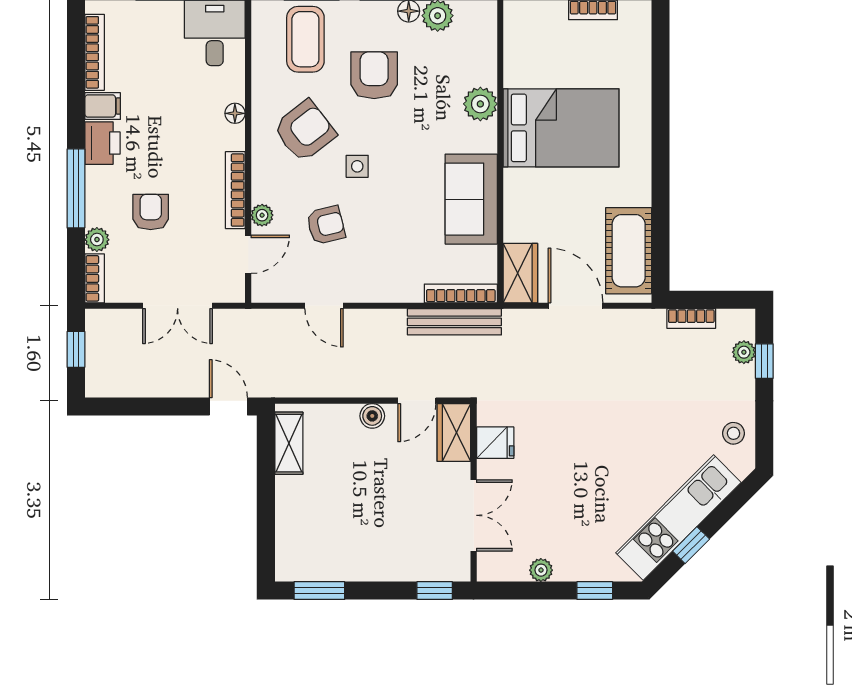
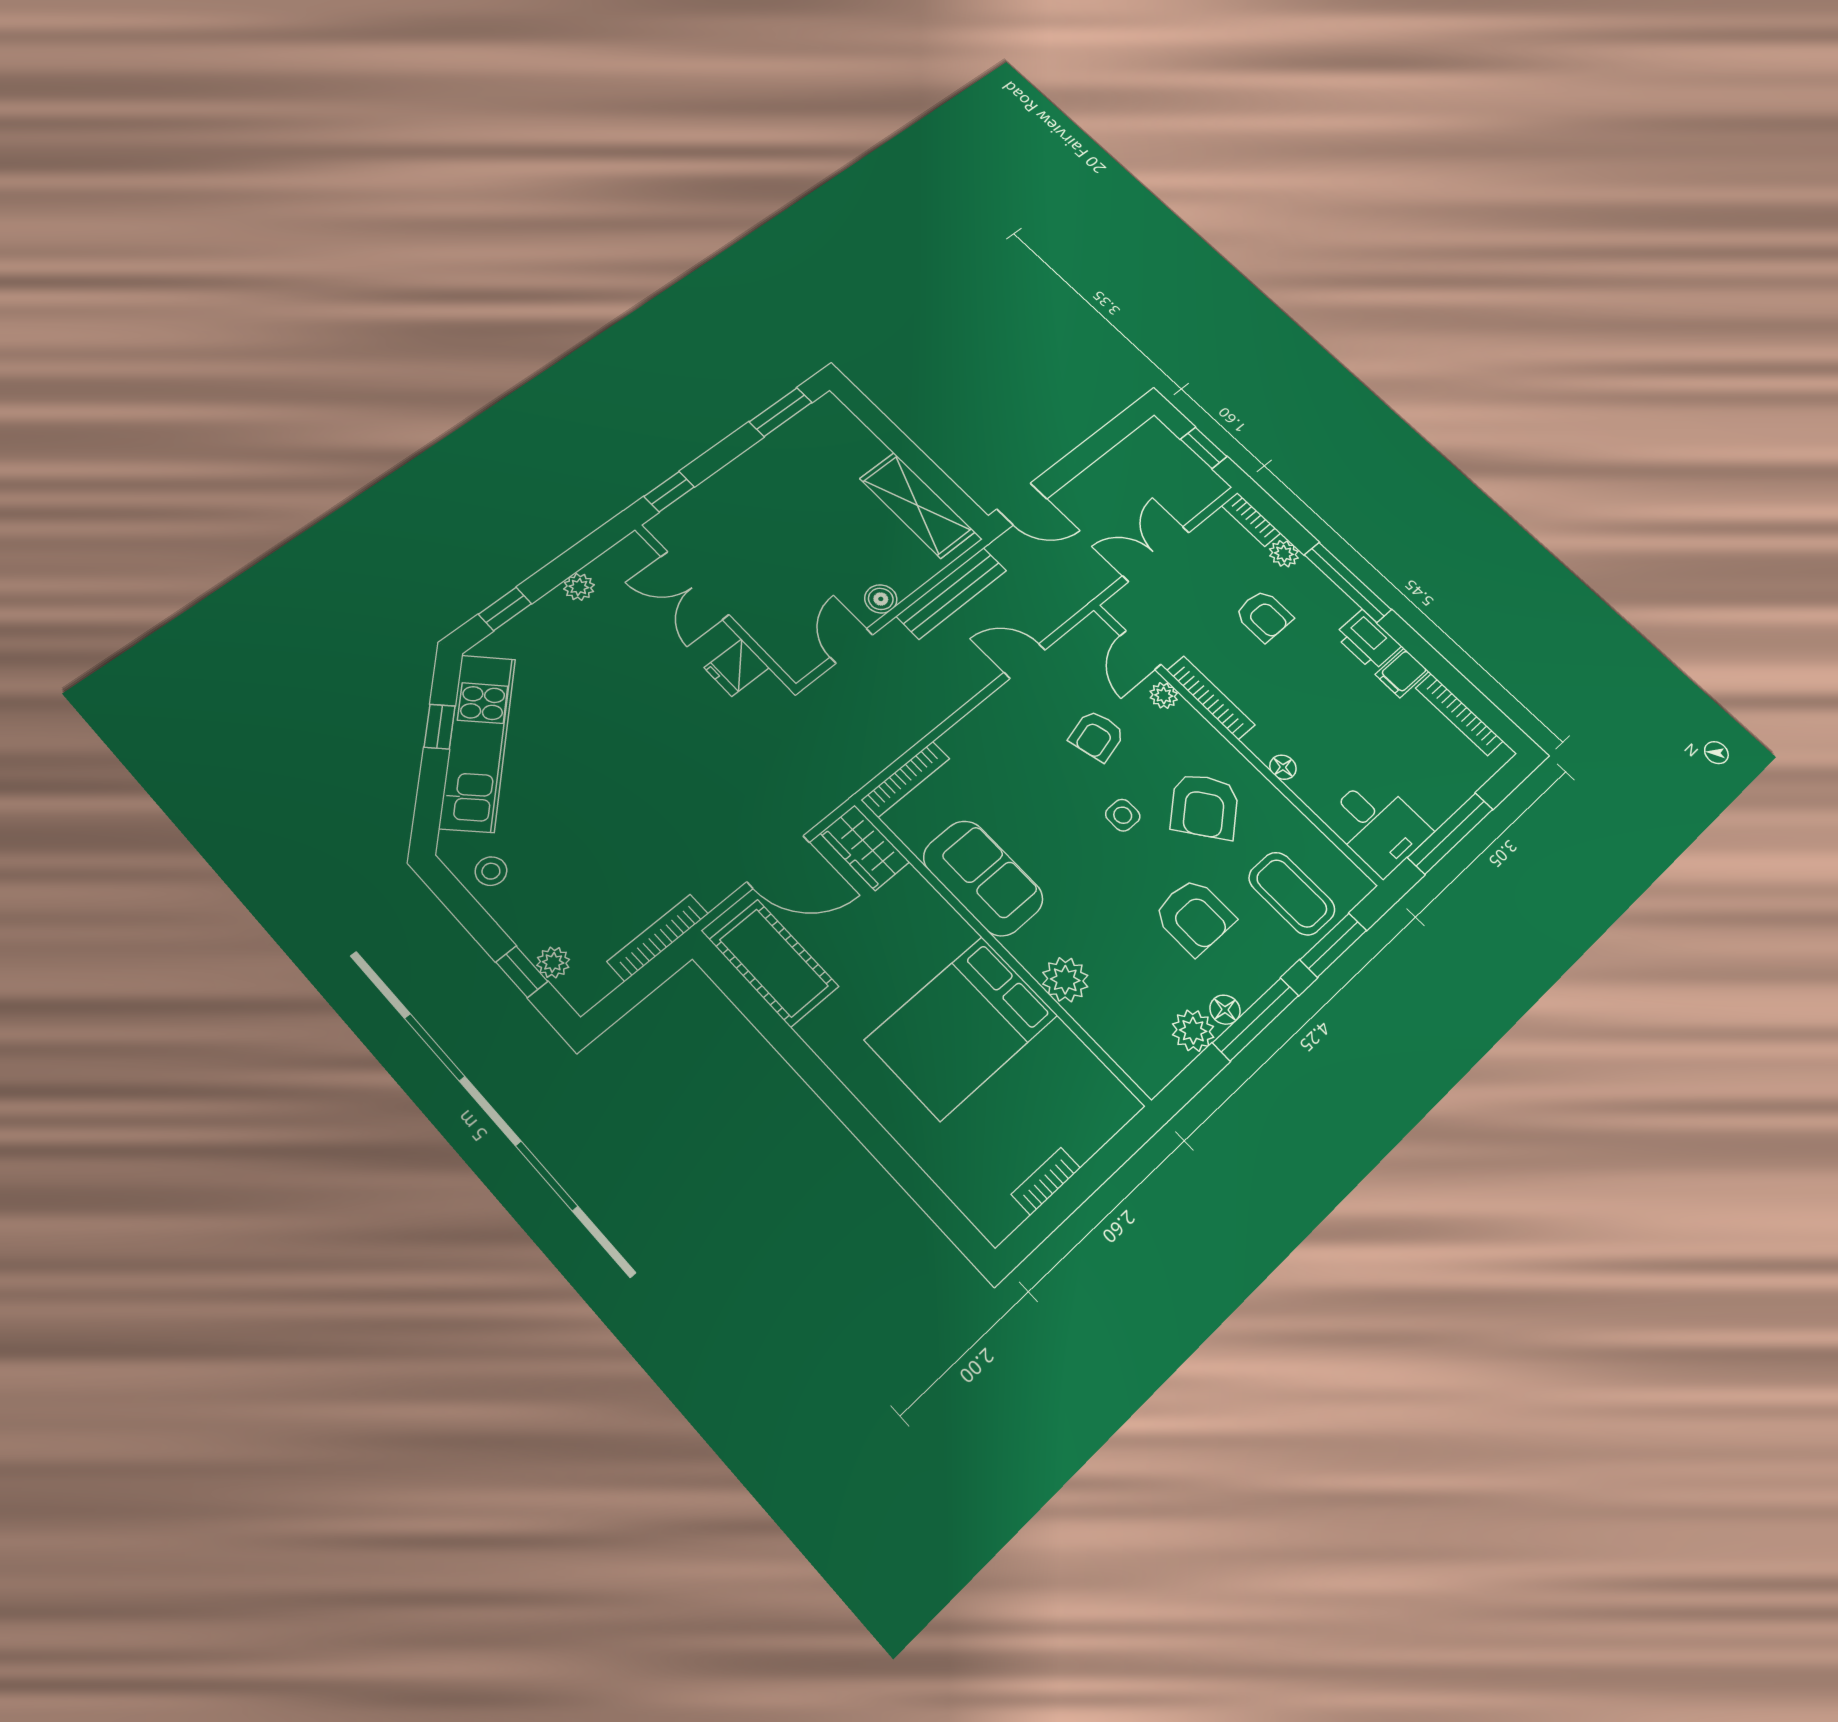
bookcase: (691, 318) -> (658, 938), width x1.56
bench: (454, 322) -> (951, 593), moved
wardrobe: (454, 432) -> (787, 645), removed
shelving: (289, 443) -> (917, 505), width x1.50, depth x1.33

